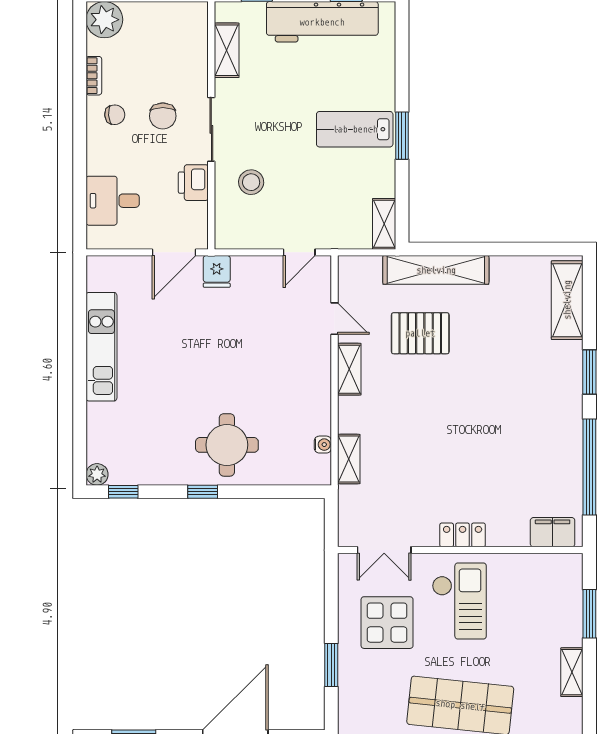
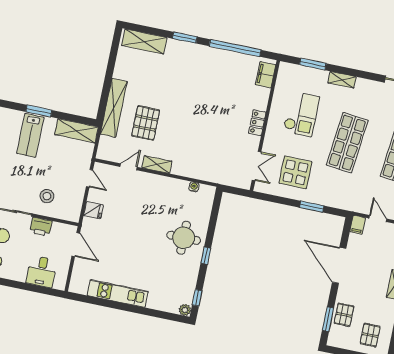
shelving: (384, 224) -> (76, 131), width x1.50, depth x1.33
fridge: (217, 271) -> (93, 210), moved
shelving: (349, 459) -> (204, 175), removed
checkout: (459, 601) -> (301, 114), moved, turned 90

